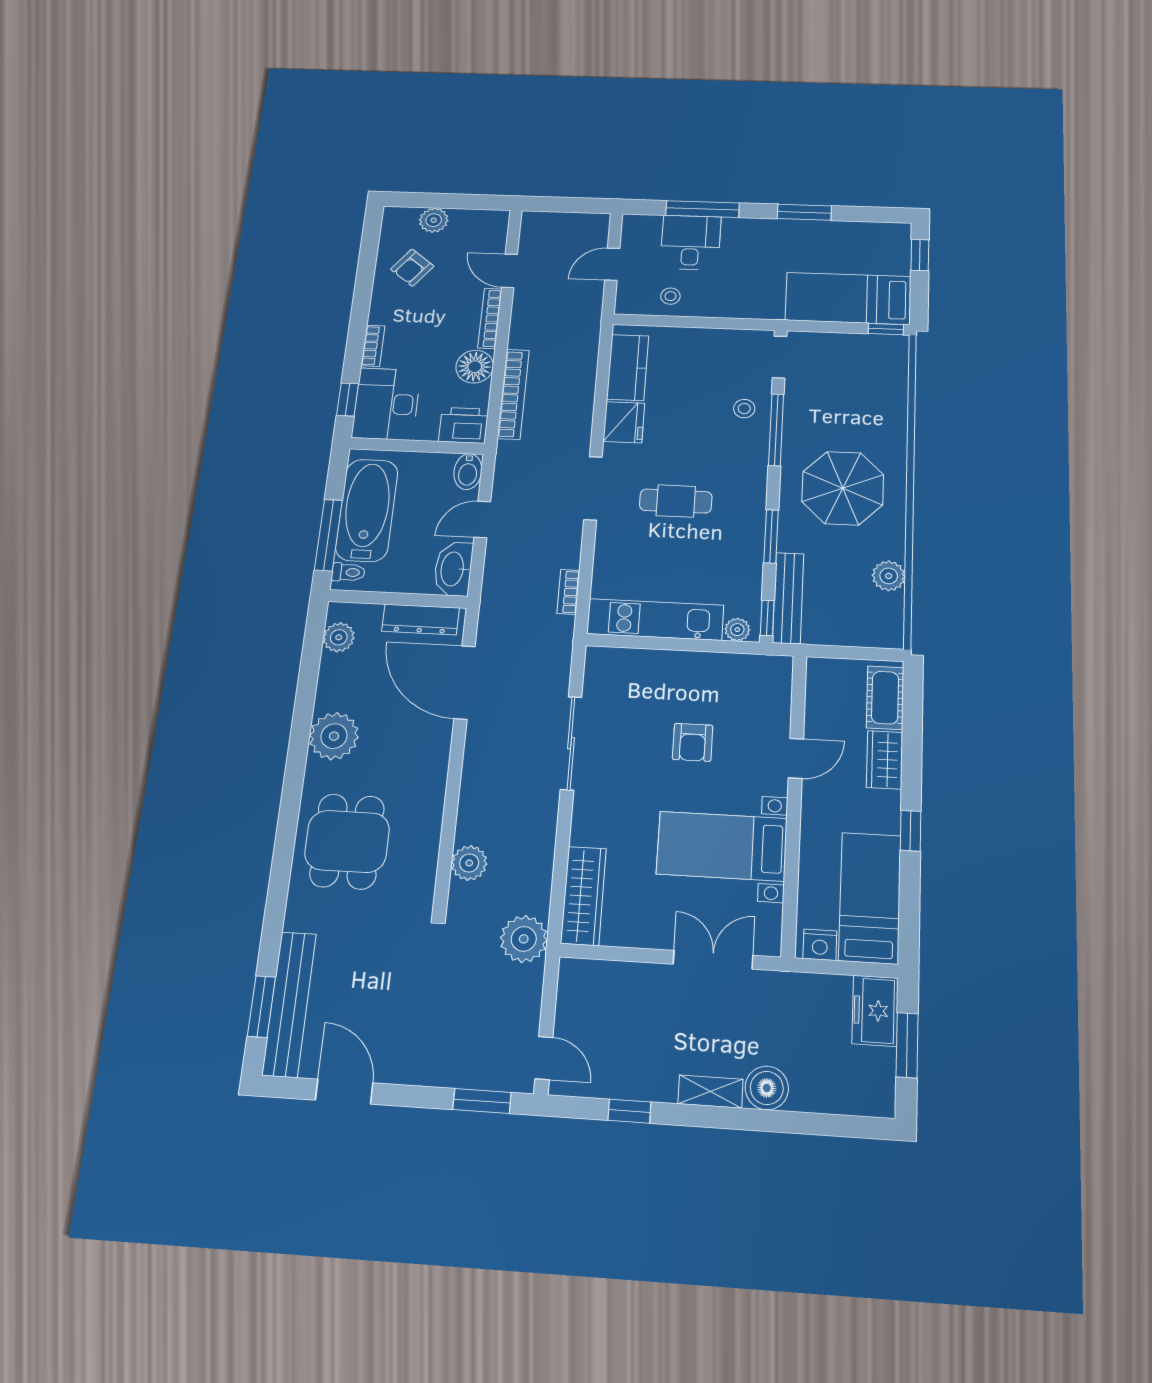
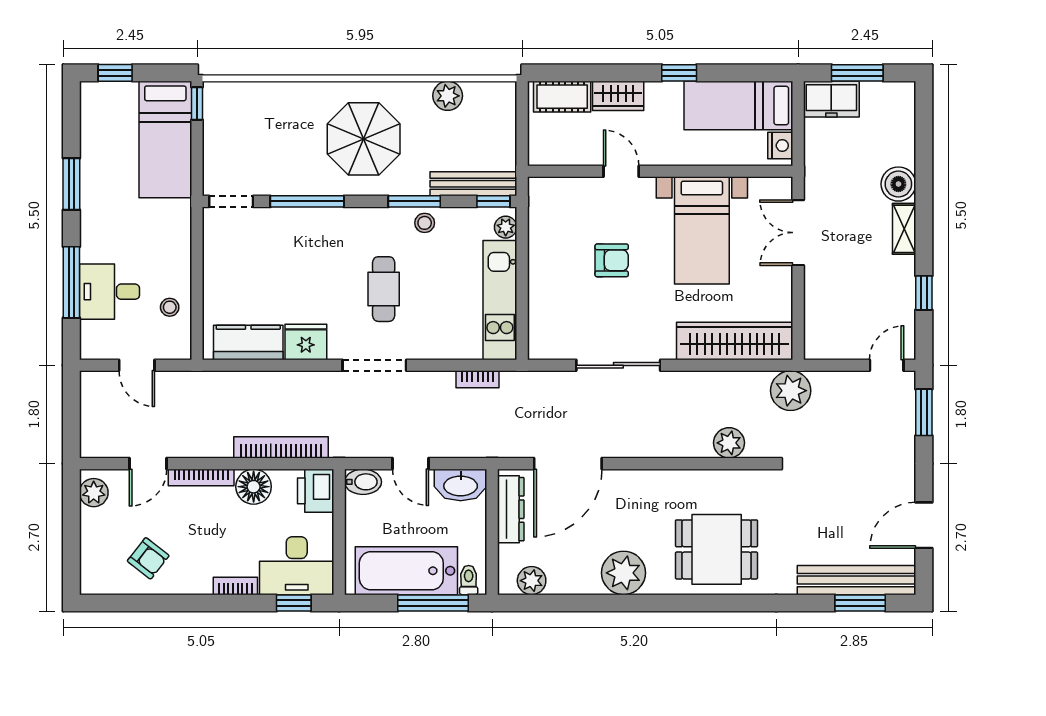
plant: (434, 220) -> (94, 493), moved
stool: (744, 409) -> (425, 223), moved
wardrobe: (583, 896) -> (735, 341), width x1.40, depth x1.17

